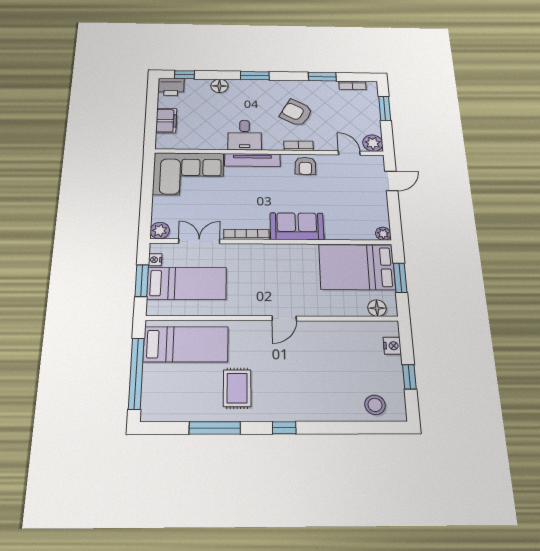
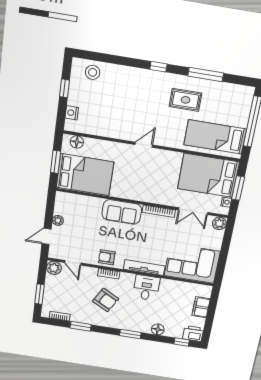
armchair: (305, 166) -> (107, 257), turned -92
plant: (383, 234) -> (58, 220), moved
bed: (187, 283) -> (208, 175), width x1.50
rug: (237, 388) -> (186, 100), turned 90

